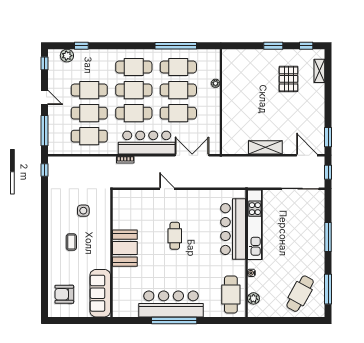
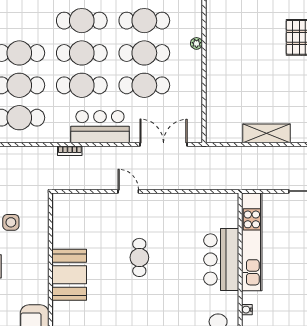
bar counter: (147, 143) -> (100, 127), width x0.73
bar counter: (233, 229) -> (221, 259), width x0.73

